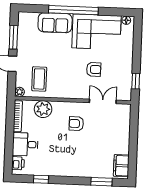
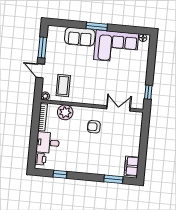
window: (73, 10) -> (97, 26), width x0.47
armchair: (94, 69) -> (112, 80), removed

